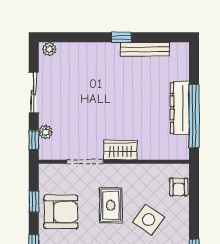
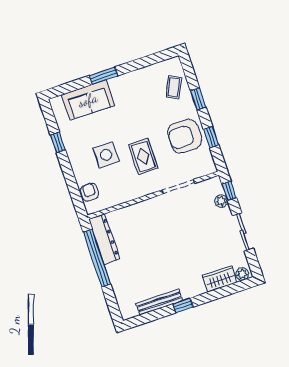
dresser: (180, 108) -> (104, 239), moved
wardrobe: (120, 150) -> (220, 279), moved, turned 180
side table: (149, 220) -> (106, 155), turned -36

